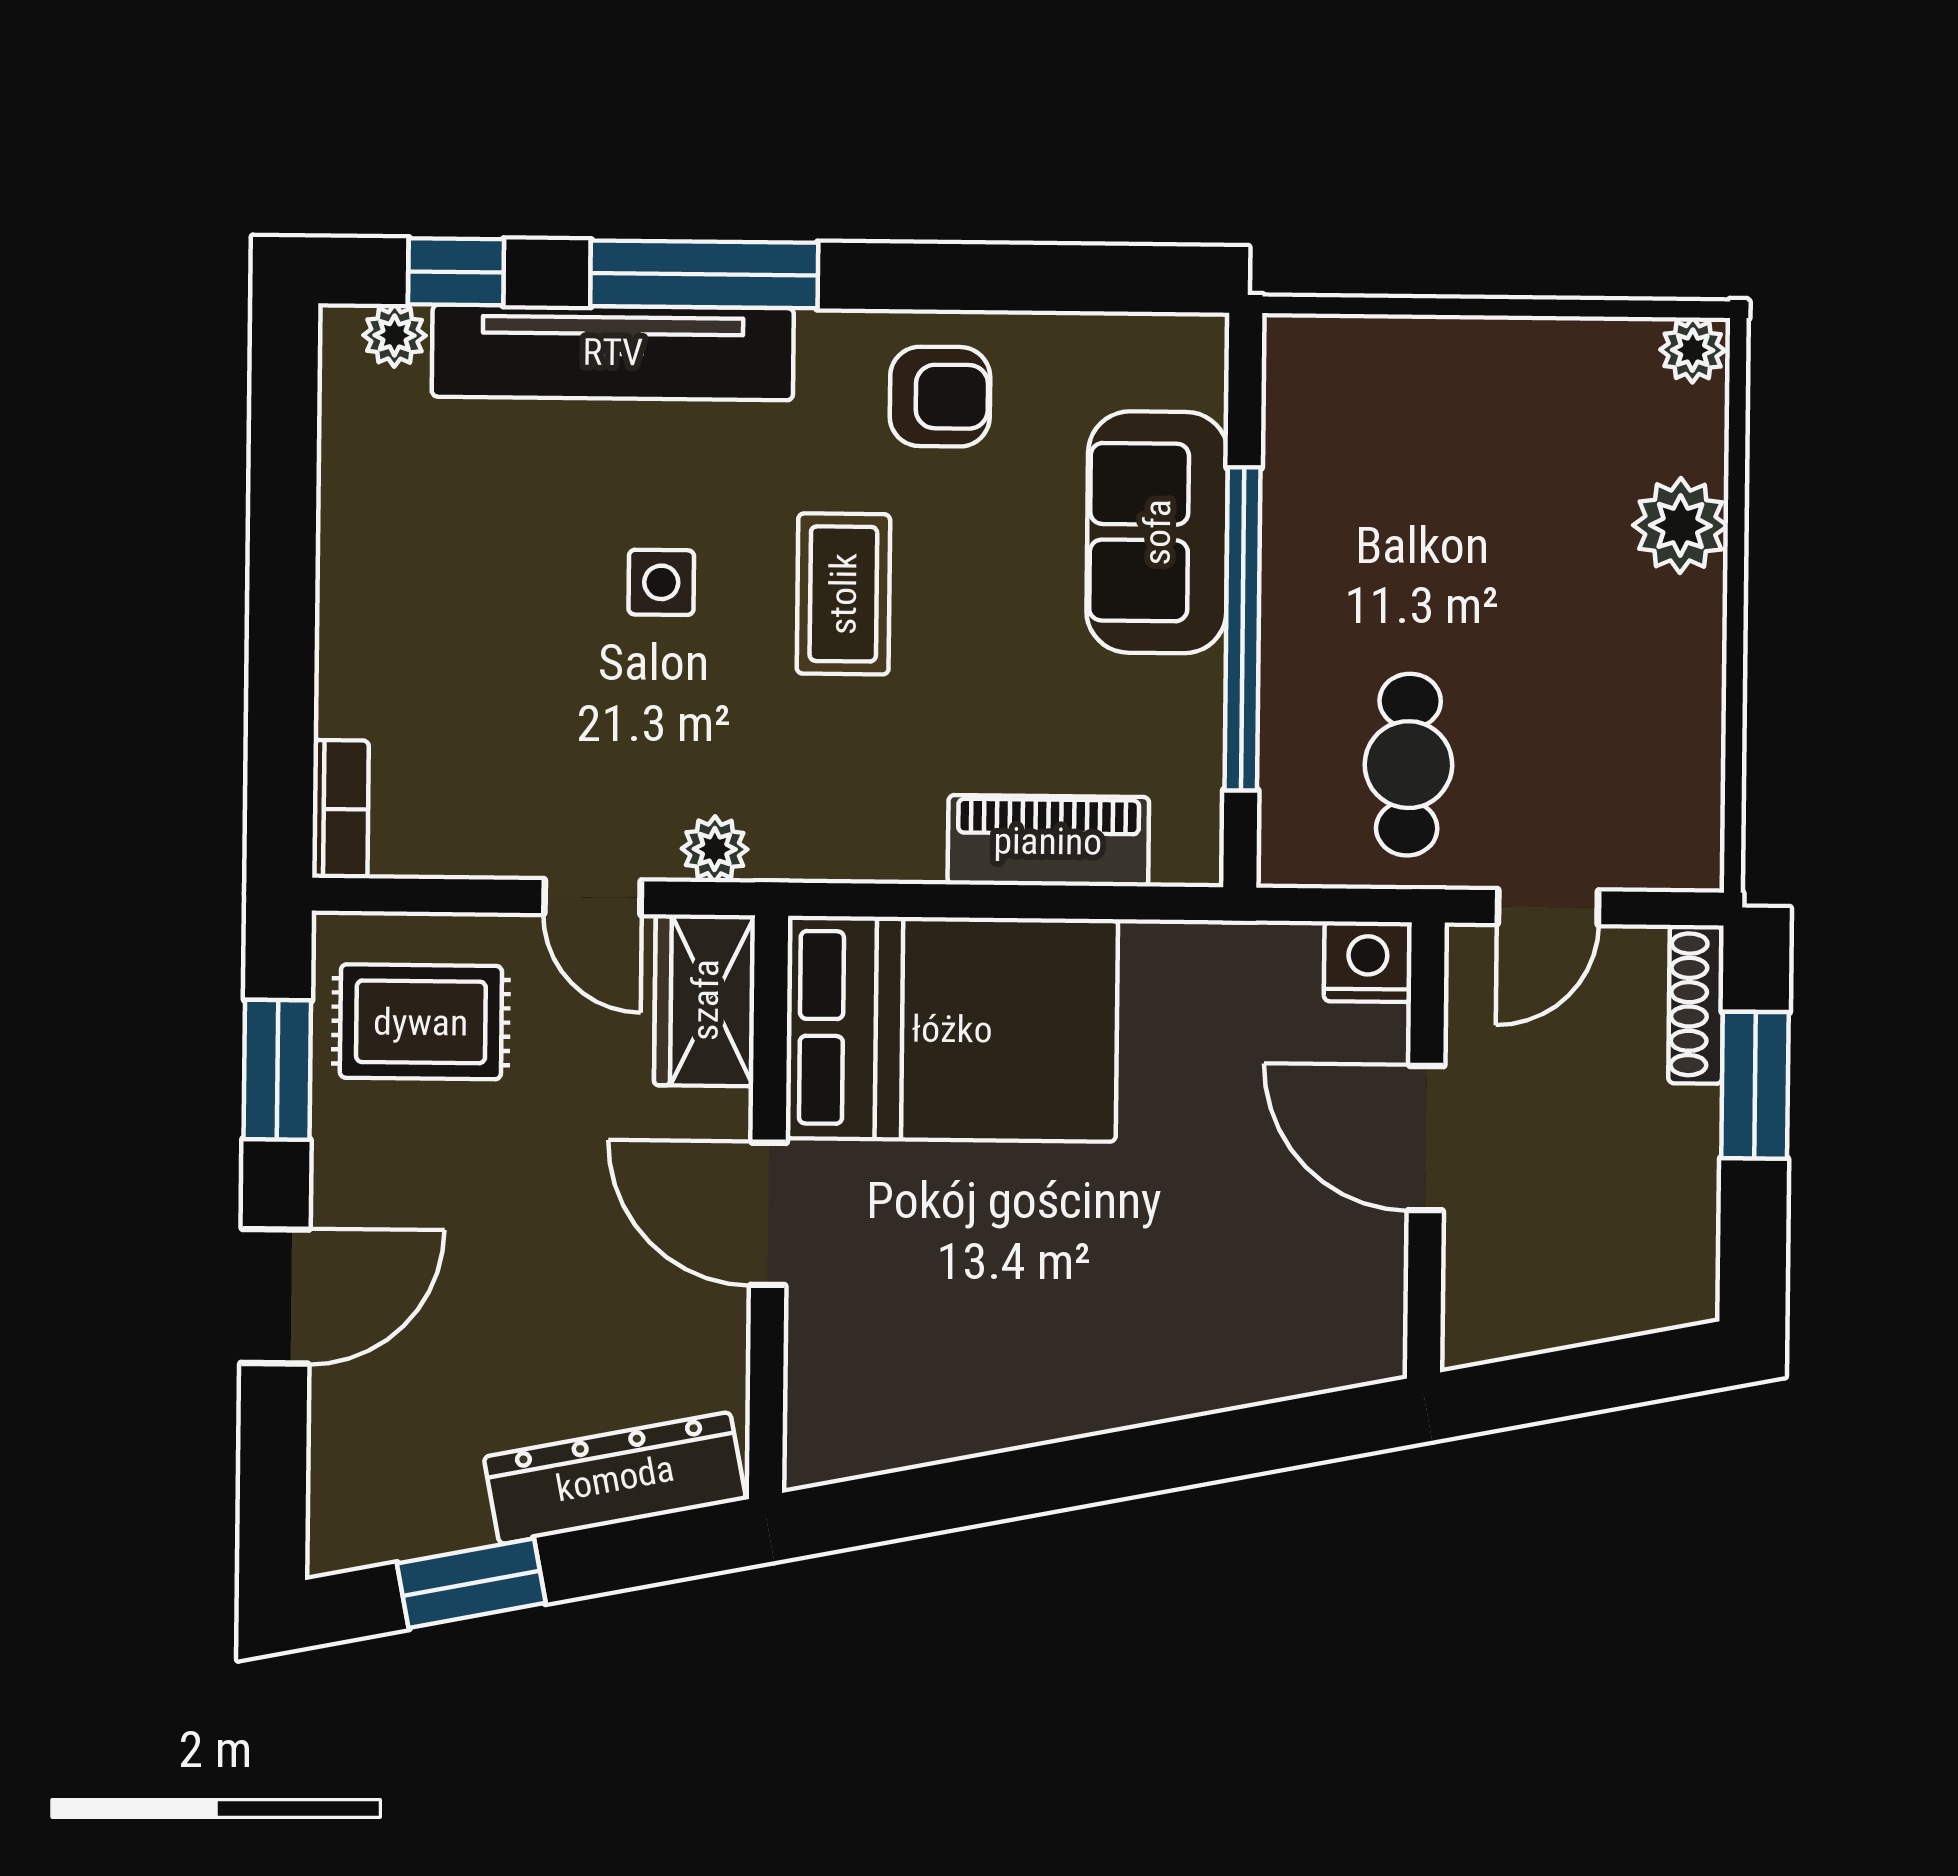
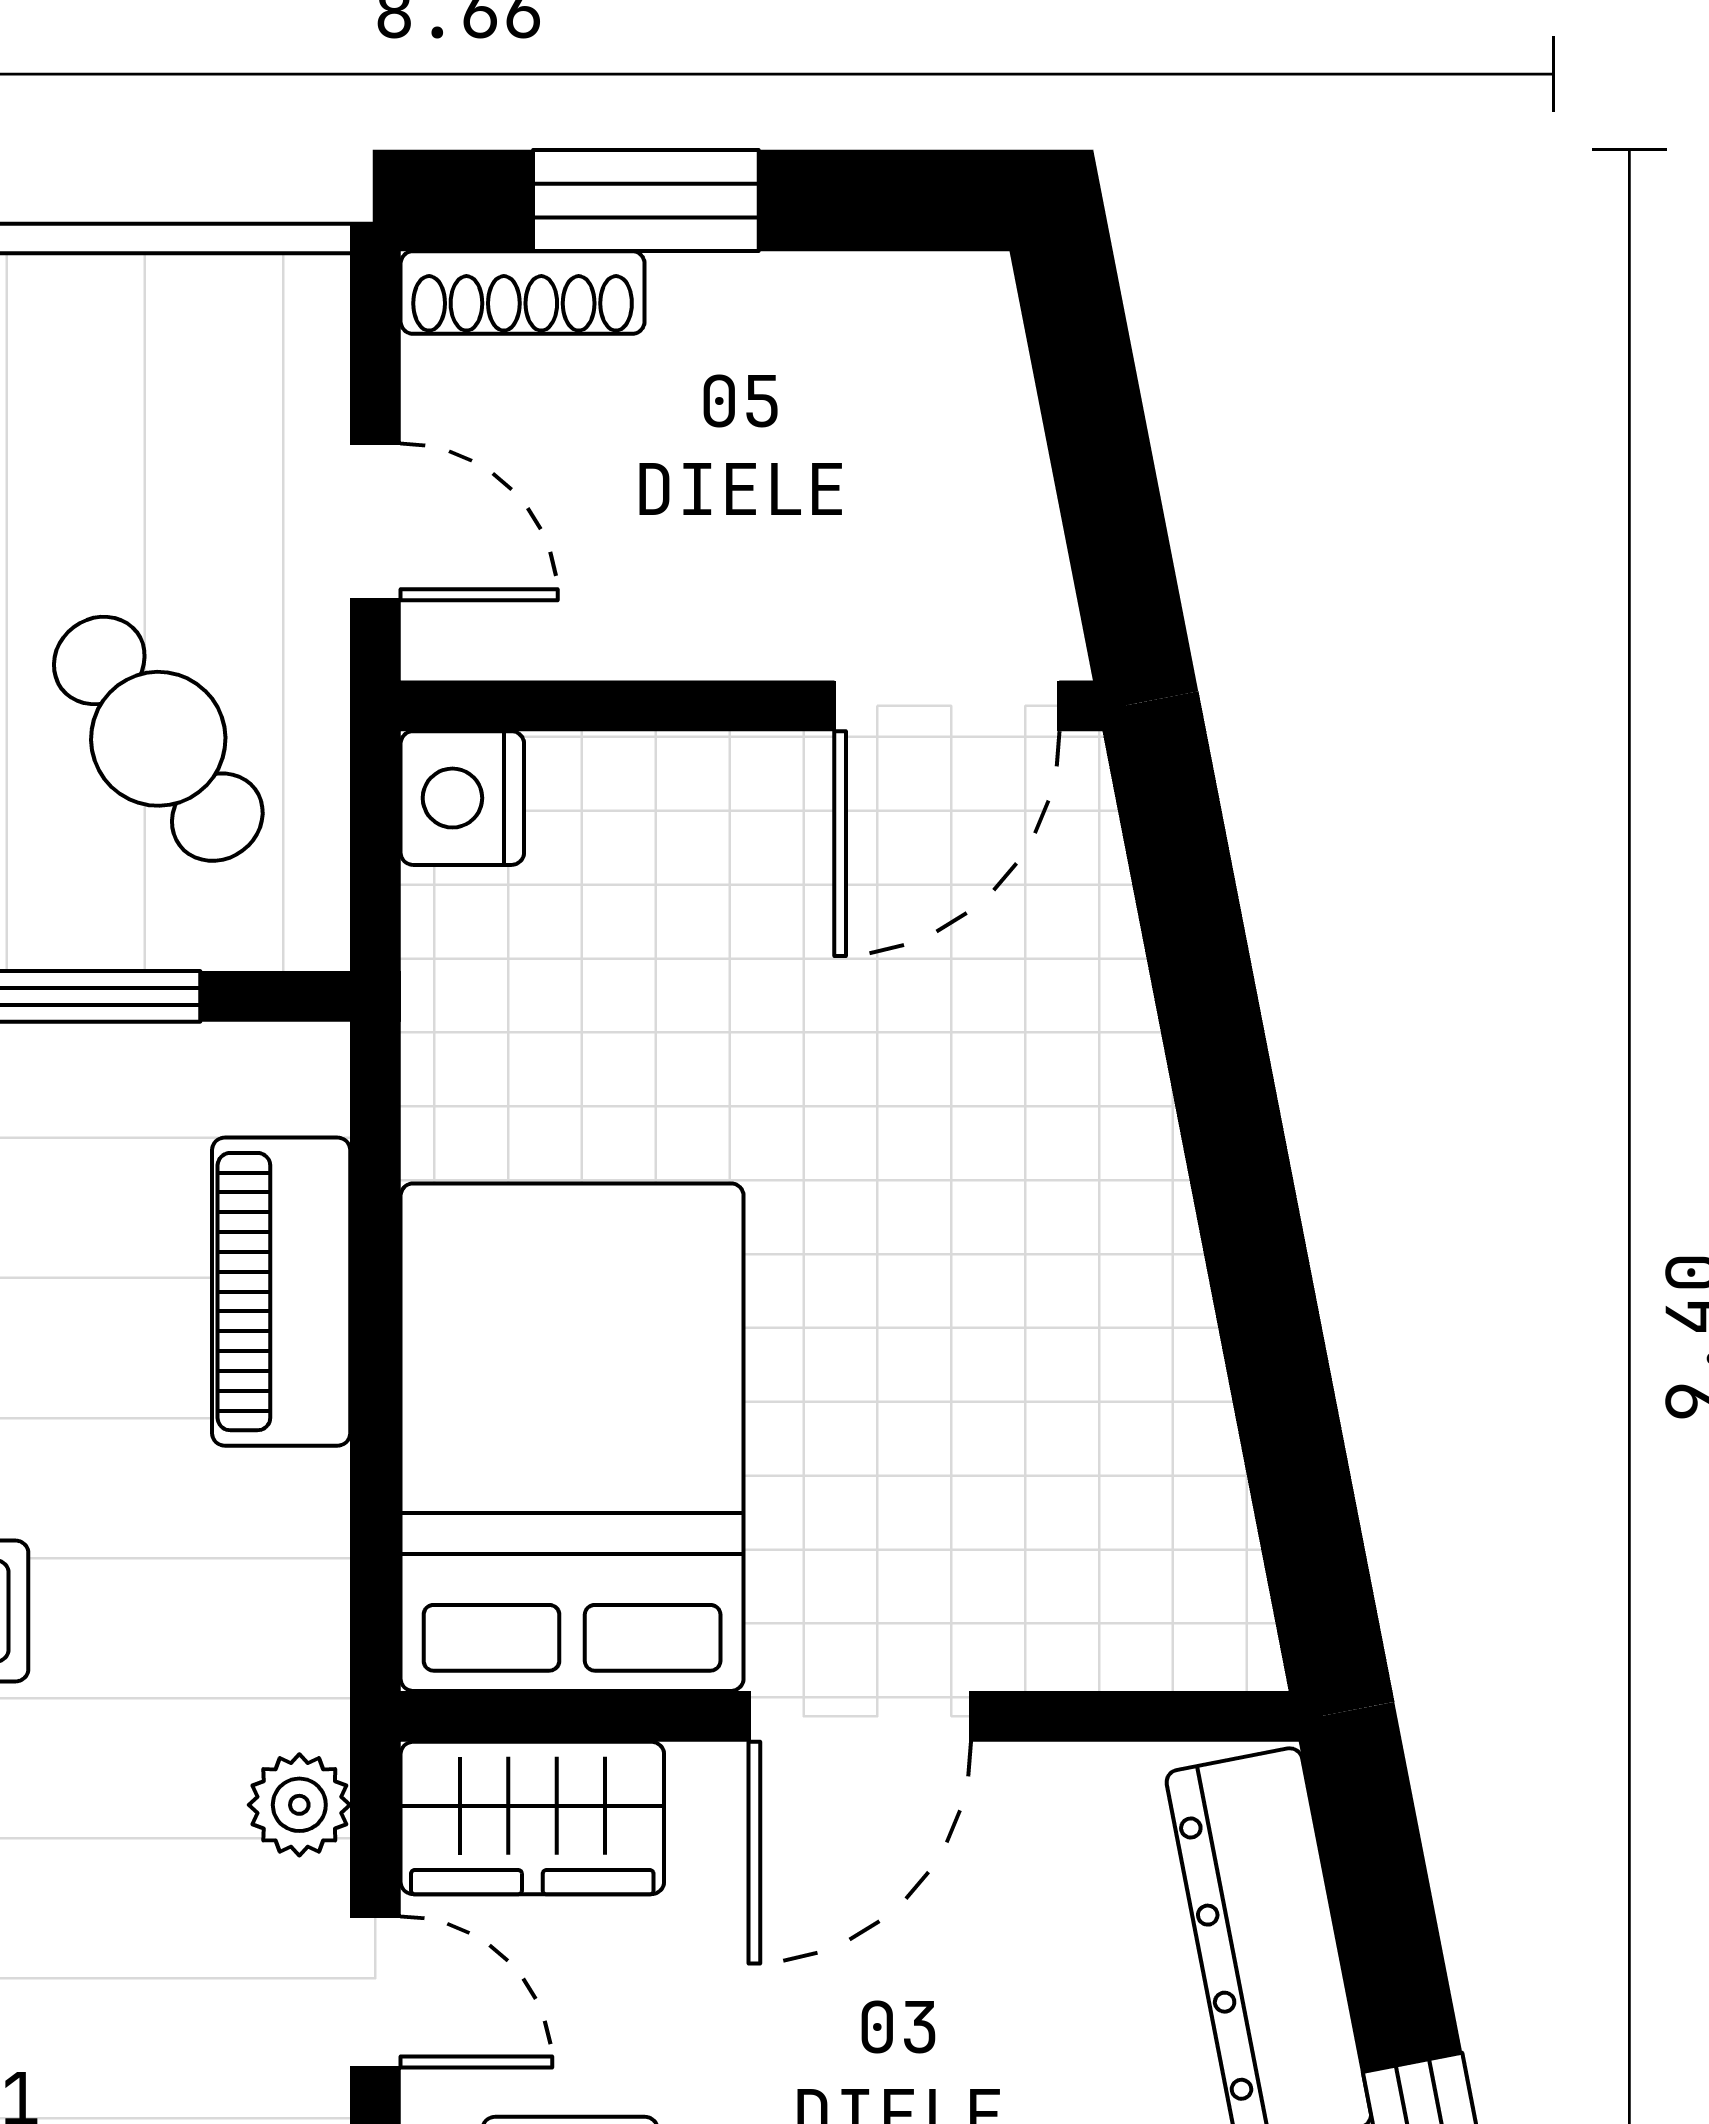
cafe table: (1408, 765) -> (158, 739), turned 52
door: (593, 897) -> (375, 1992), hinge flipped
door: (1426, 1138) -> (947, 706), moved

